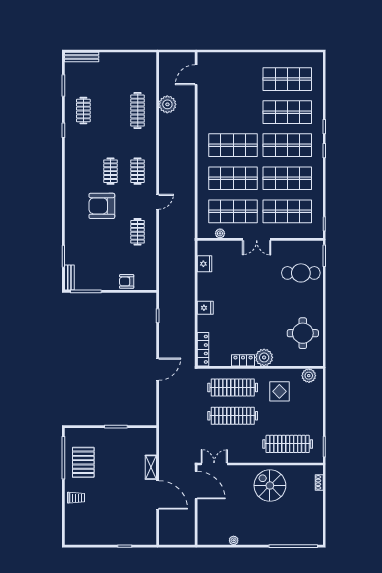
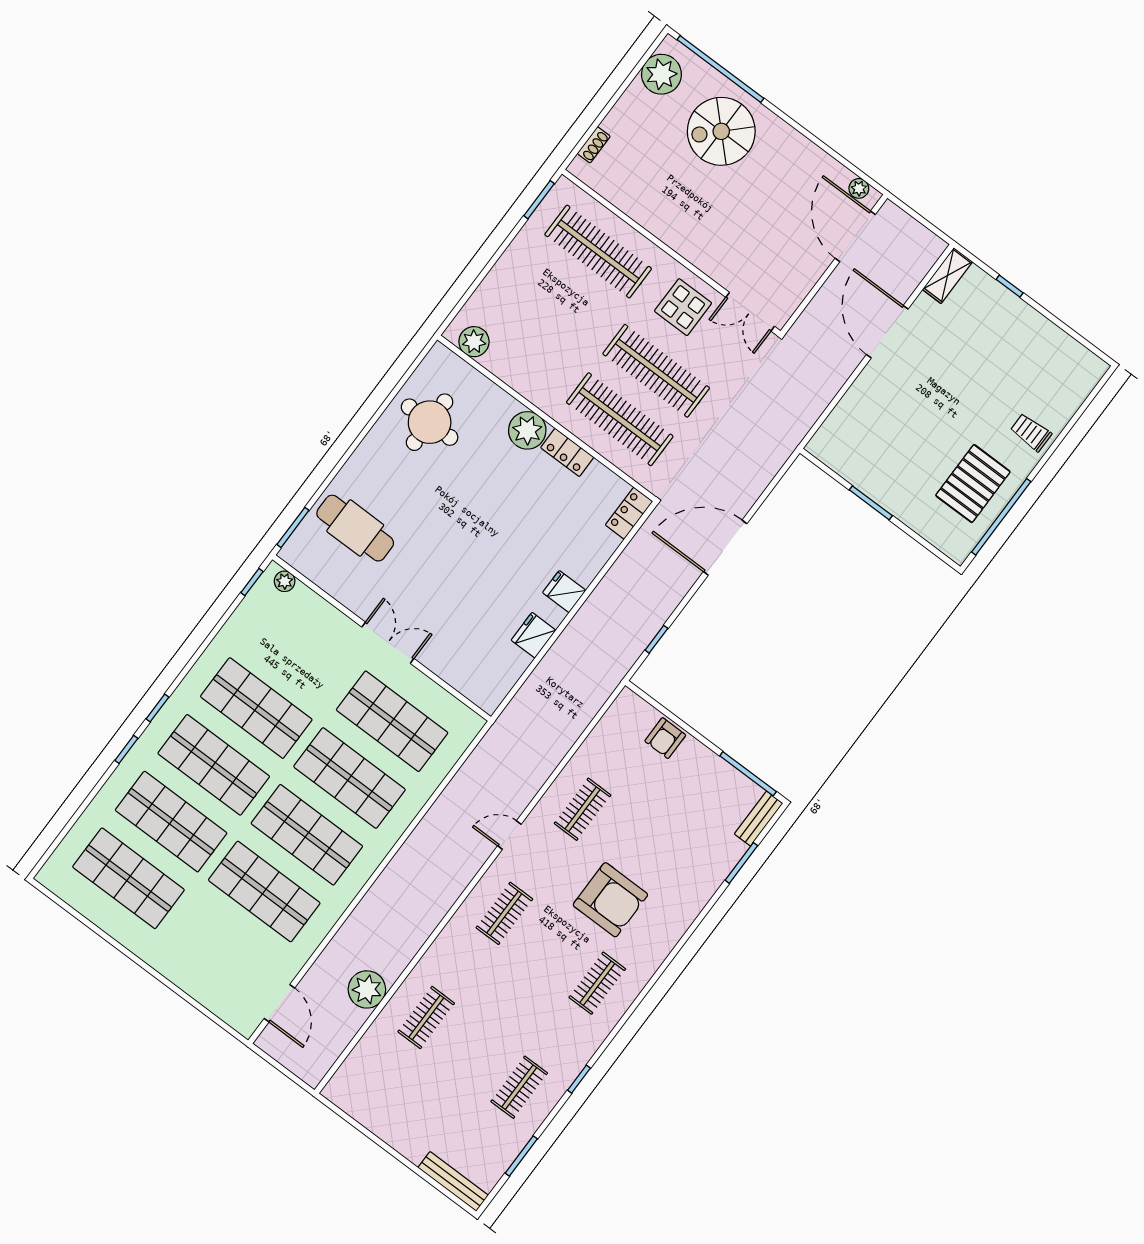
door: (196, 75) -> (279, 1003), hinge flipped
clothes rail: (138, 111) -> (426, 1017), width x0.73
clothes rail: (110, 171) -> (597, 983), moved
shop shelf: (287, 211) -> (264, 892), moved
plant: (220, 233) -> (285, 581), moved
fridge: (204, 264) -> (534, 635), moved
armchair: (127, 281) -> (665, 738), turned 90
locker: (203, 349) -> (629, 513), width x0.66
door: (158, 369) -> (725, 548), width x1.36
display table: (279, 391) -> (683, 307), moved
shelving: (151, 467) -> (948, 276), moved
door: (196, 485) -> (855, 236), moved
spiral stairs: (270, 485) -> (721, 131), moved, turned 90
plant: (314, 528) -> (661, 74), added
plant: (234, 540) -> (859, 188), moved

